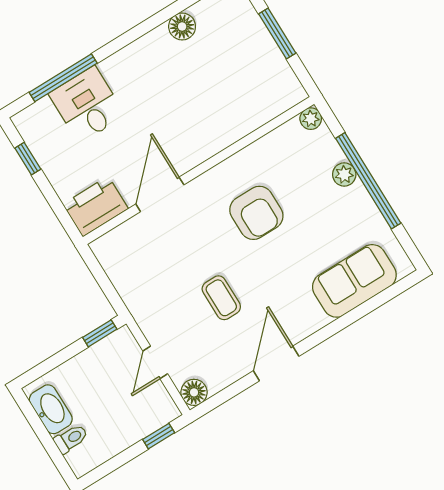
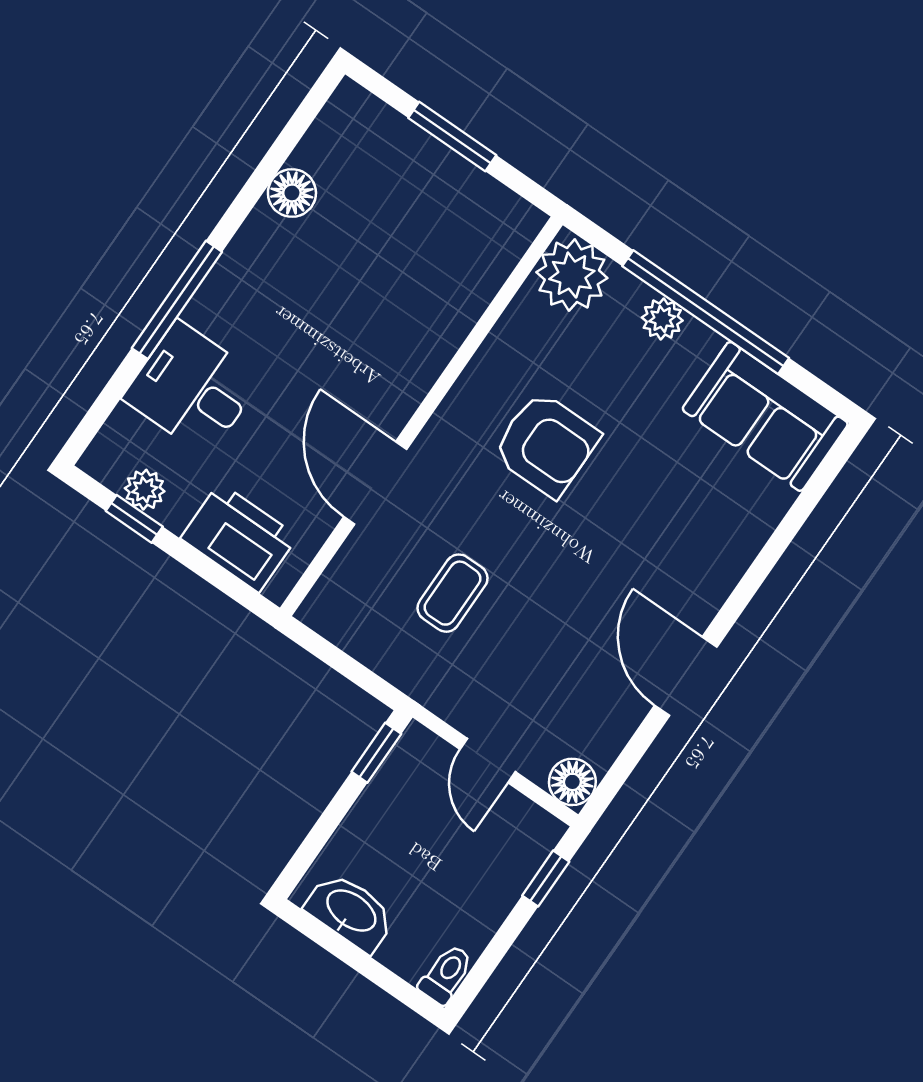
window: (63, 78) -> (177, 300), moved
plant: (311, 119) -> (572, 275), width x1.88, depth x1.88
plant: (40, 146) -> (145, 490), added
printer: (96, 206) -> (239, 537), moved, turned 90
sofa: (354, 281) -> (765, 416), moved, turned -90
coffee table: (221, 298) -> (453, 593), moved, turned 90
toilet: (71, 439) -> (446, 974), moved

